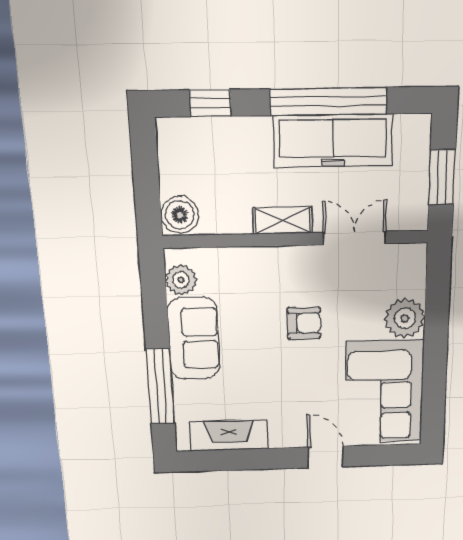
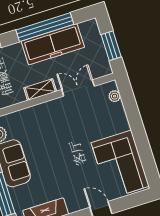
plant: (405, 318) -> (115, 96), moved, width x0.53, depth x0.53
armchair: (304, 323) -> (66, 139), removed

